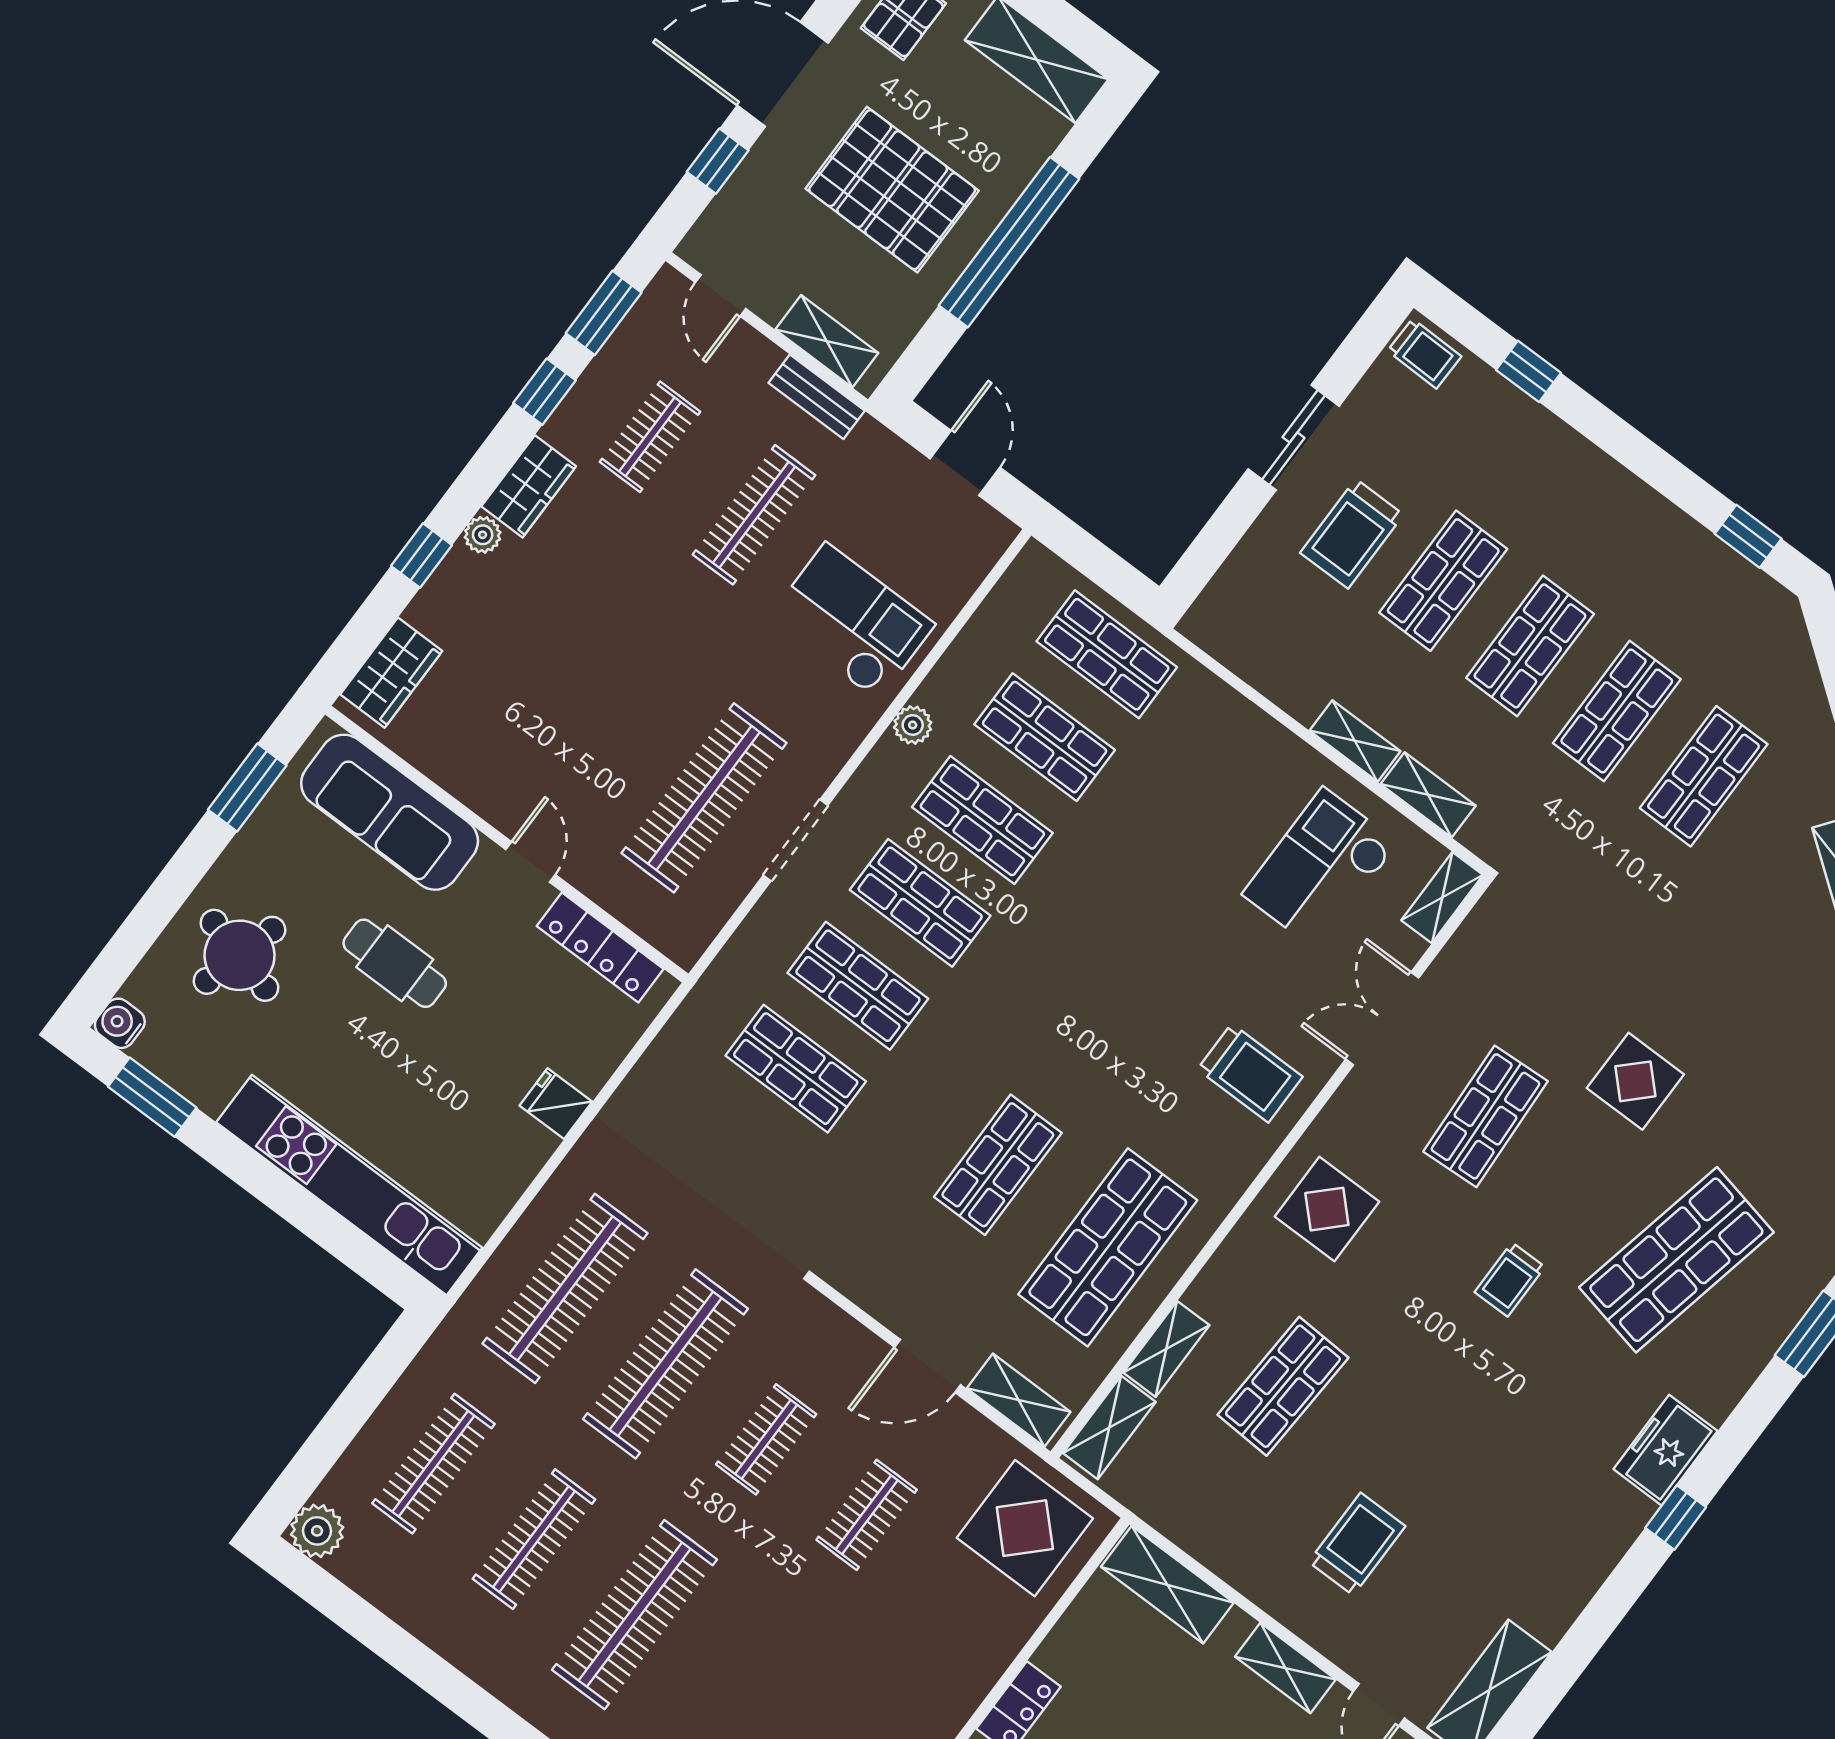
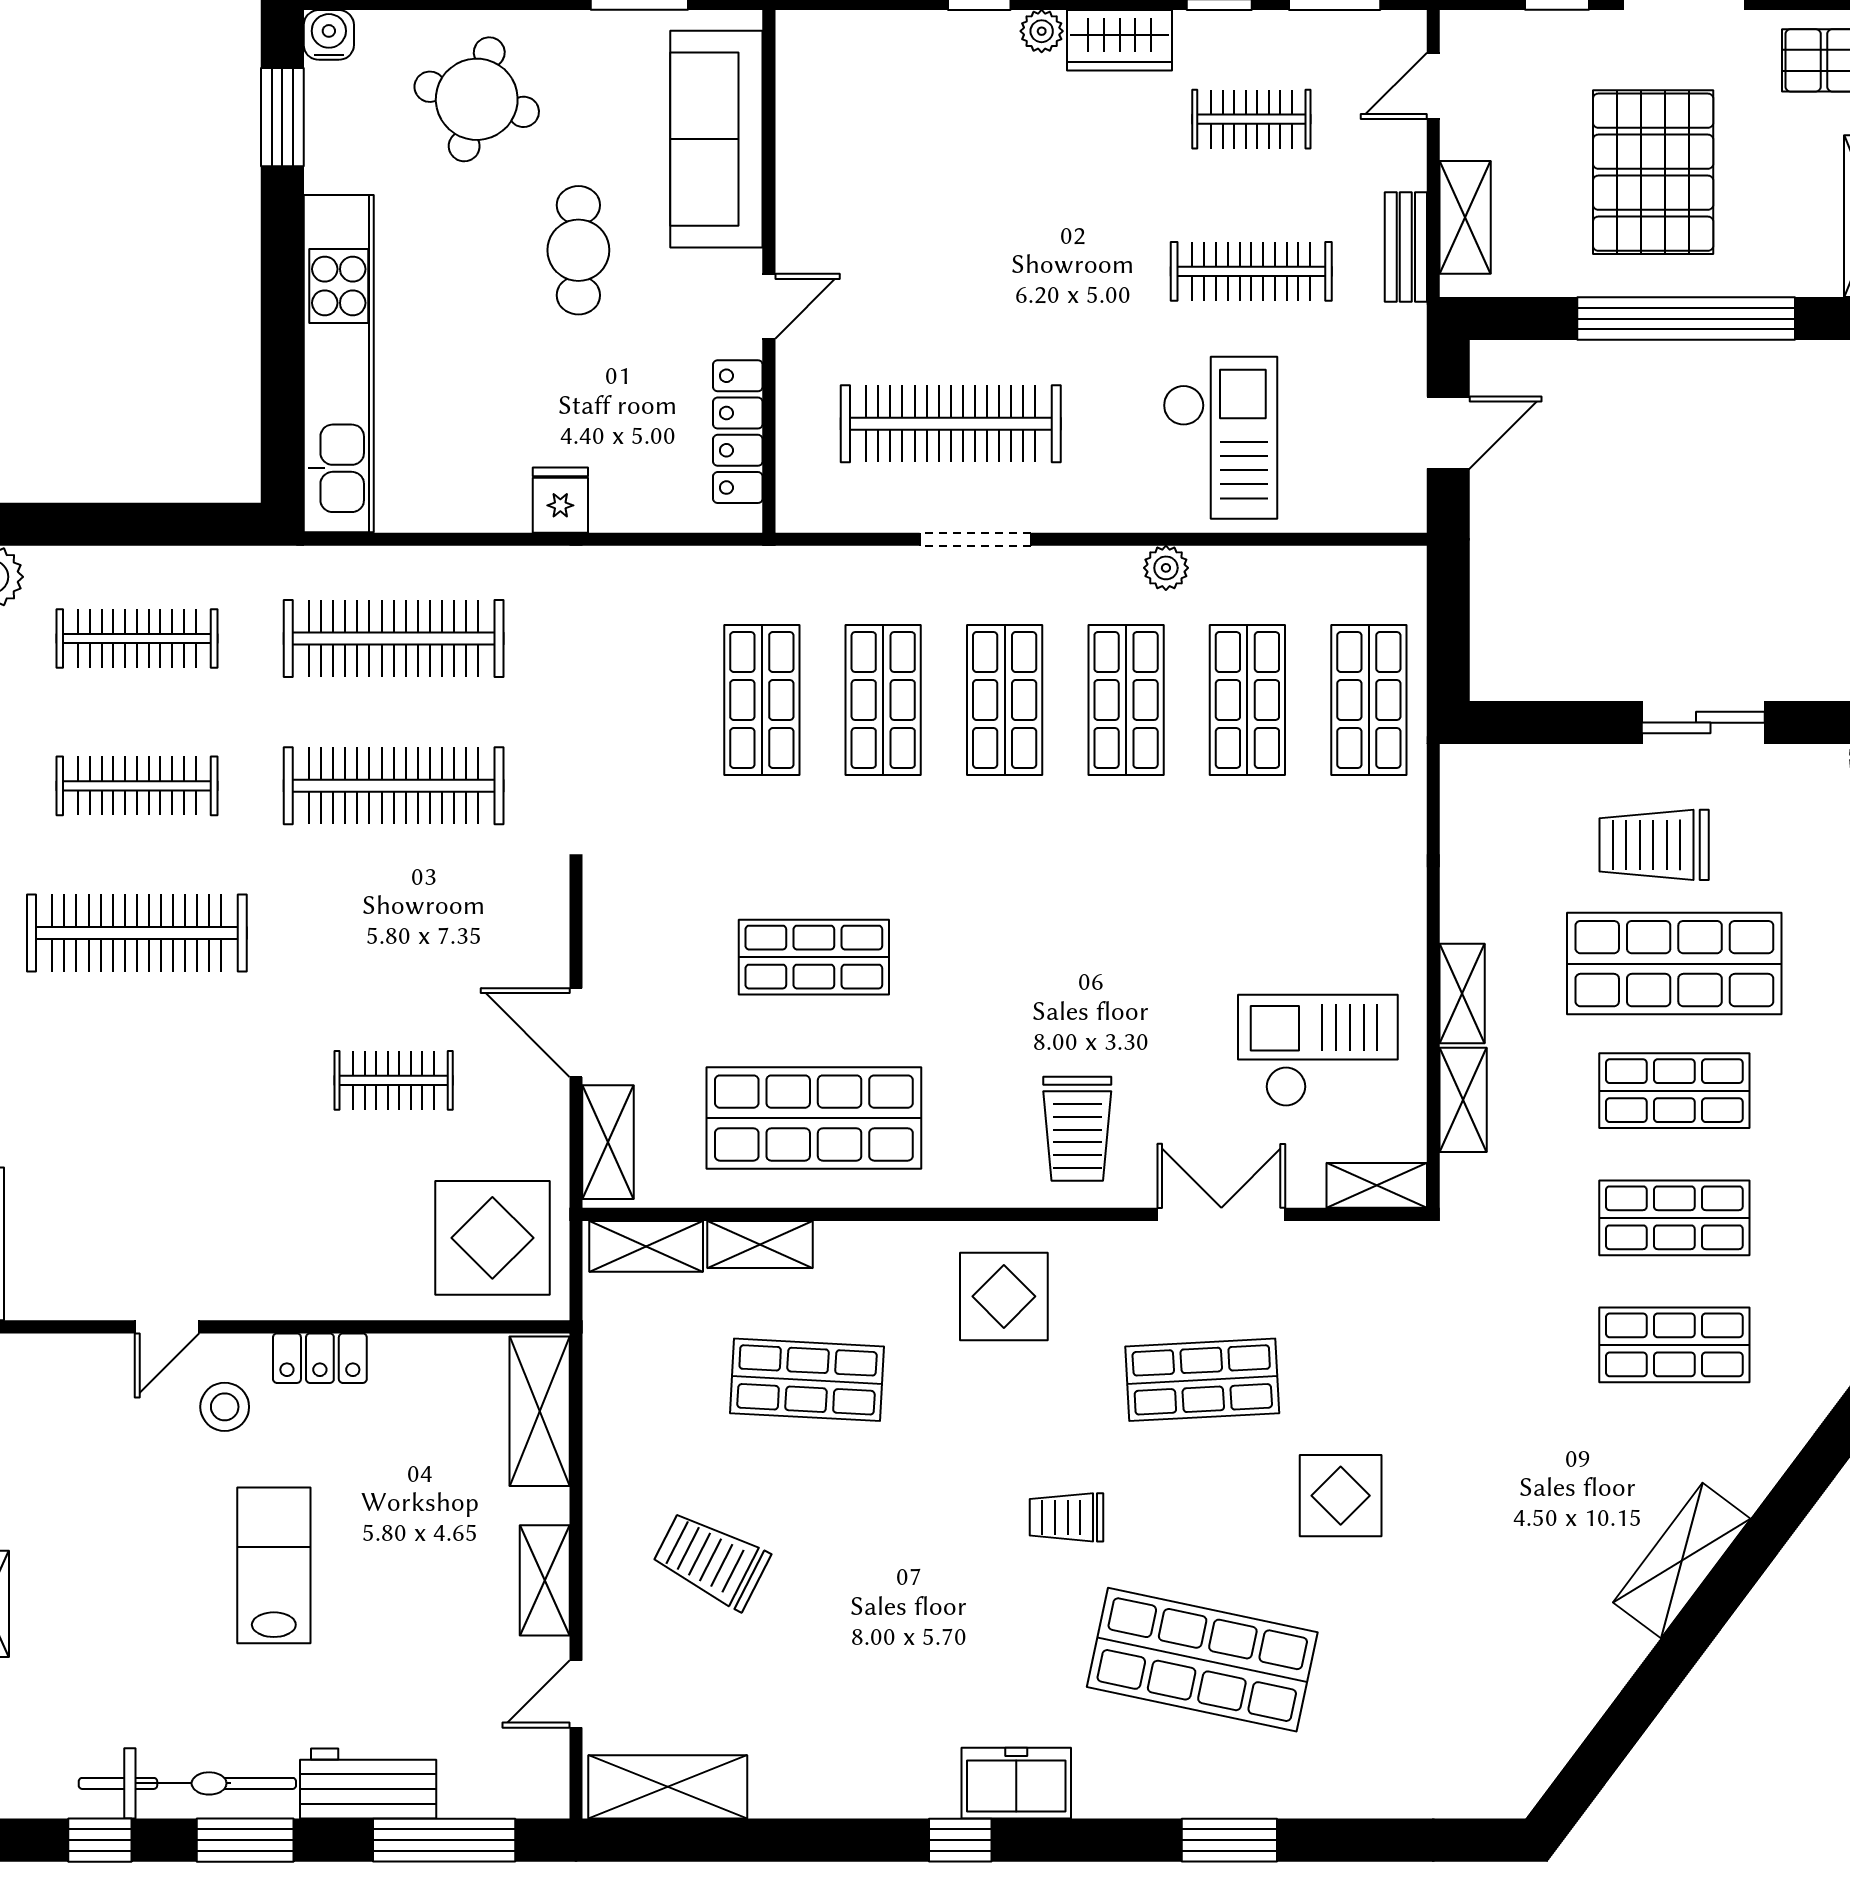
shop shelf: (1443, 581) -> (1674, 964), width x1.43, depth x1.36
wardrobe: (391, 673) -> (848, 43), removed
clothes rail: (766, 1439) -> (394, 933), removed
trolley: (1357, 1544) -> (711, 1560), turned -153

